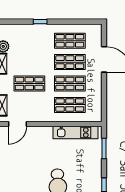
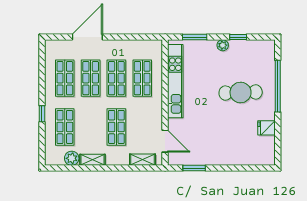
shop shelf: (29, 41) -> (65, 127), added
kitchen unit: (76, 133) -> (175, 81), width x1.36
plant: (97, 172) -> (223, 45), added

